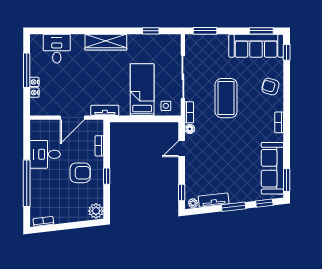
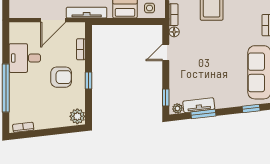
tv unit: (105, 110) -> (87, 13), width x1.41
window: (234, 207) -> (203, 114), moved

